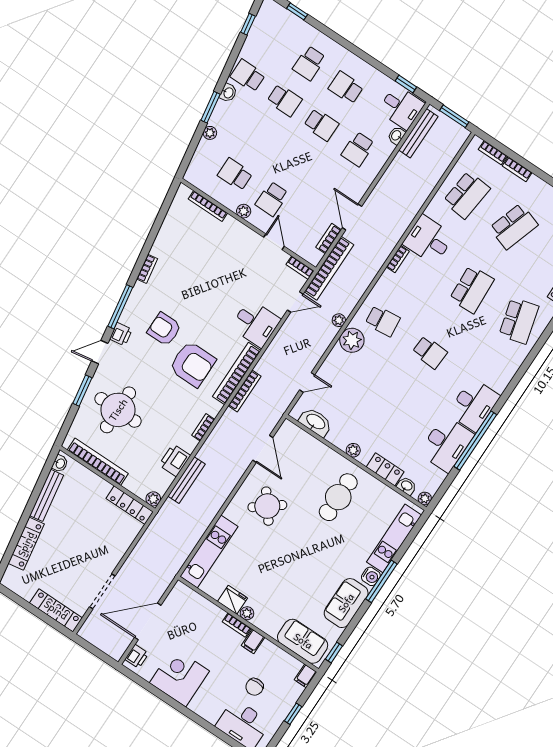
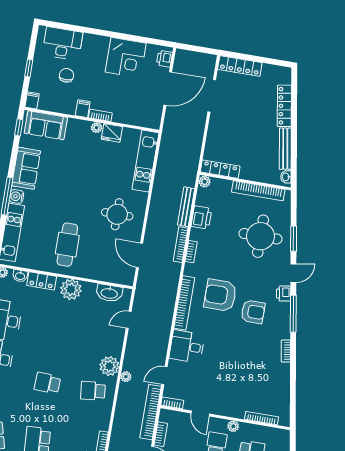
bookcase: (245, 391) -> (181, 245), moved
plant: (353, 450) -> (71, 289), width x1.87, depth x1.87
round table: (267, 506) -> (117, 214), turned 38

